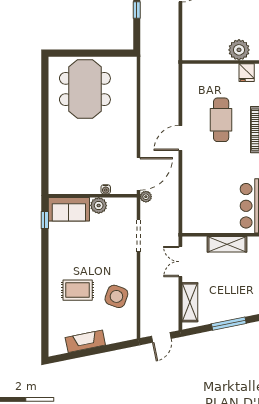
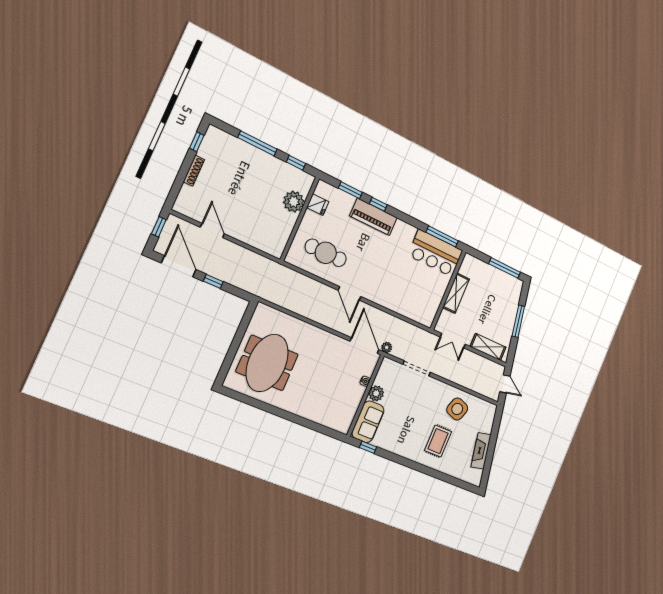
meeting table: (85, 89) -> (267, 363), turned 90
cafe table: (221, 120) -> (326, 253), moved

